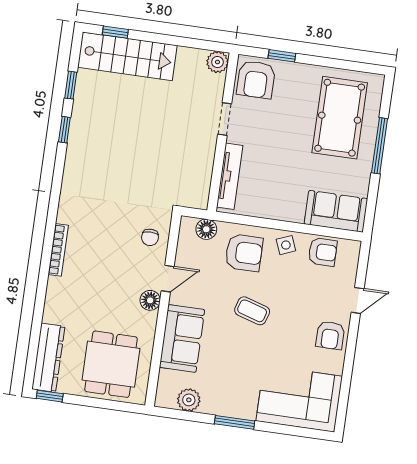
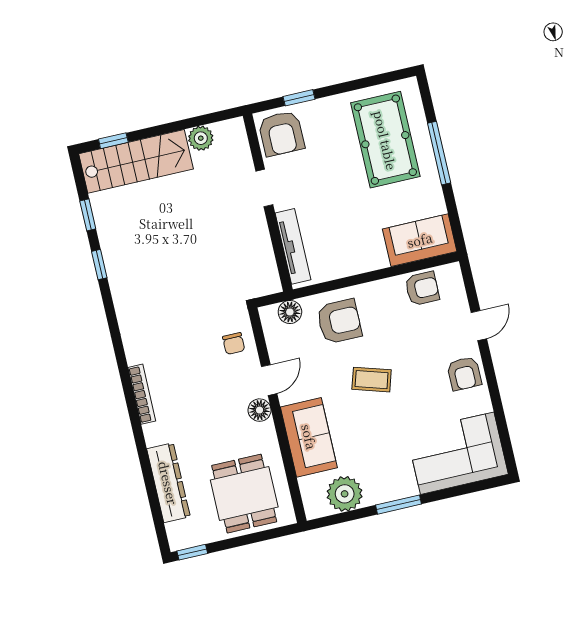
plant: (217, 62) -> (201, 138), moved
side table: (286, 245) -> (380, 296), removed
dresser: (48, 358) -> (168, 483), moved
plant: (189, 400) -> (345, 494), width x1.36, depth x1.36

